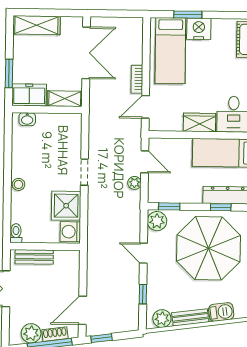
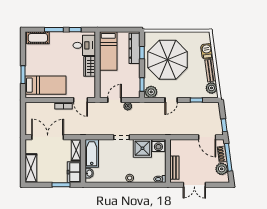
nightstand: (199, 29) -> (32, 68), removed
bathtub: (59, 124) -> (92, 153), added

